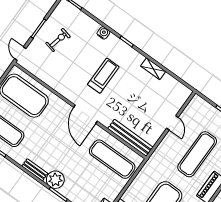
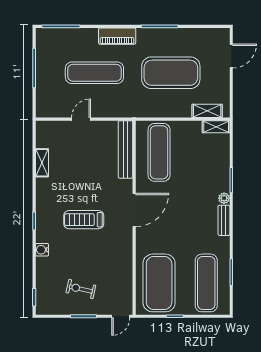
shelving: (153, 69) -> (42, 163), moved
plant: (55, 180) -> (224, 198), width x0.53, depth x0.53

